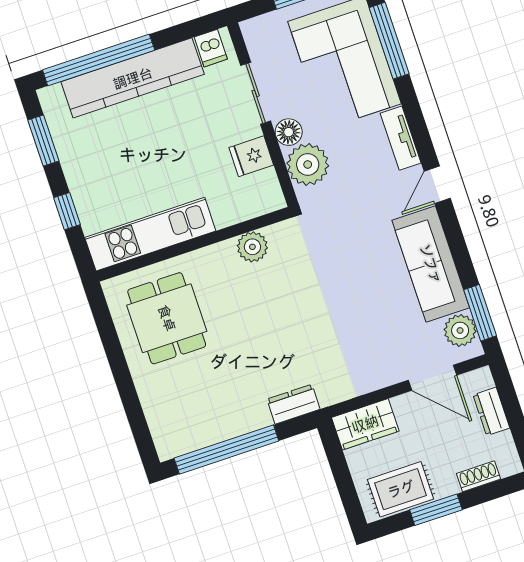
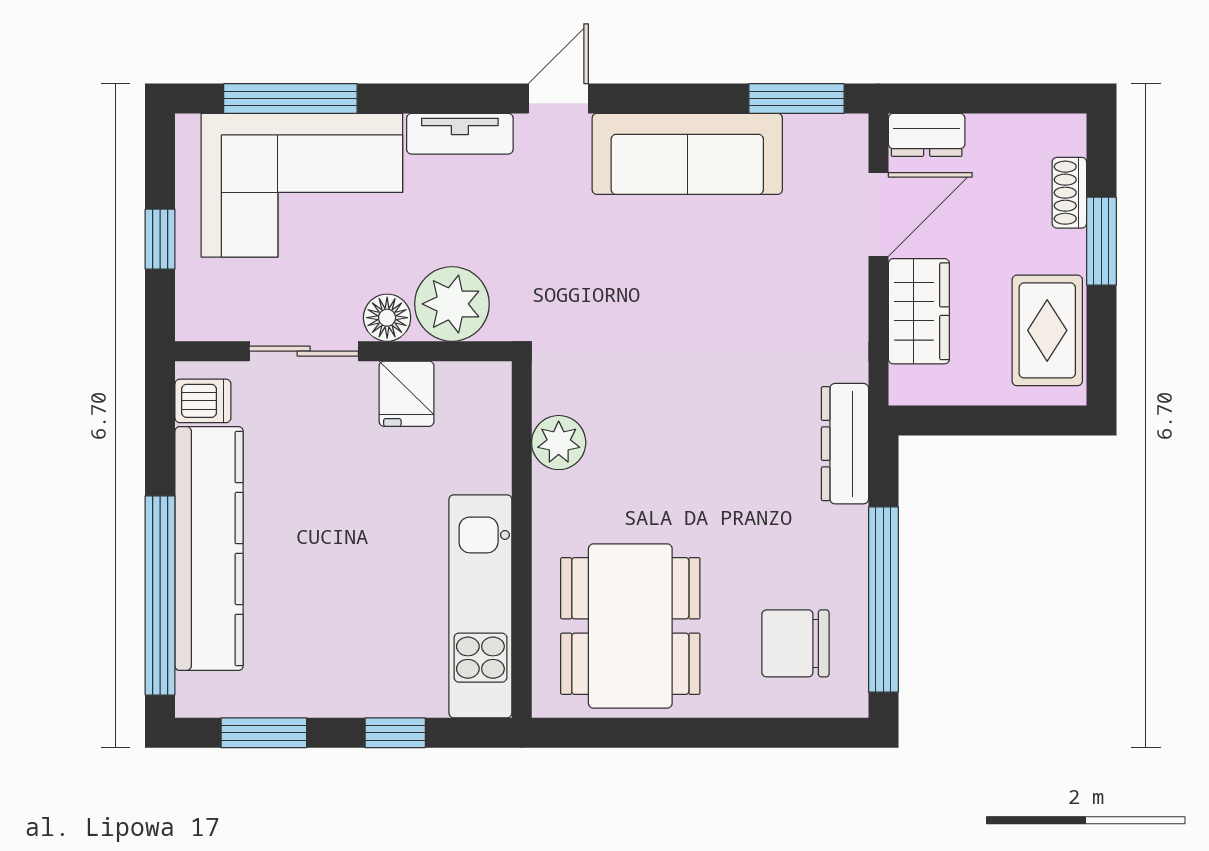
door: (437, 185) -> (558, 99), swing flipped
dining table: (167, 318) -> (630, 626), width x1.37
plant: (460, 330) -> (815, 142), removed
dresser: (293, 404) -> (845, 444), width x1.44
chair: (187, 410) -> (795, 643), added
dresser: (491, 411) -> (927, 135), moved
wardrobe: (365, 424) -> (919, 311), moved
window: (436, 510) -> (1101, 241), moved

